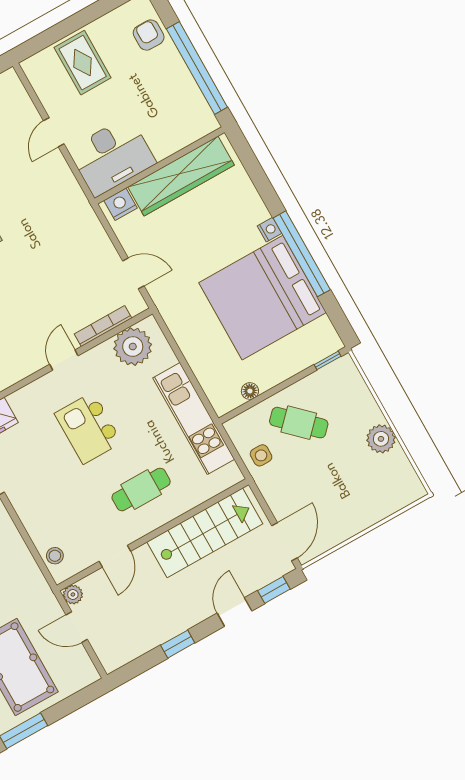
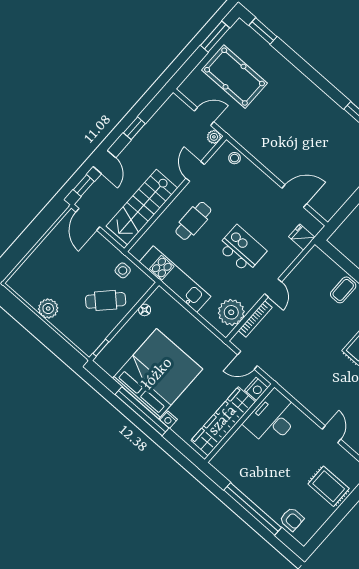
desk: (112, 156) -> (273, 418), moved
wall: (160, 165) -> (240, 423), moved
wardrobe: (181, 176) -> (223, 421), moved
nightstand: (120, 204) -> (256, 389), moved

